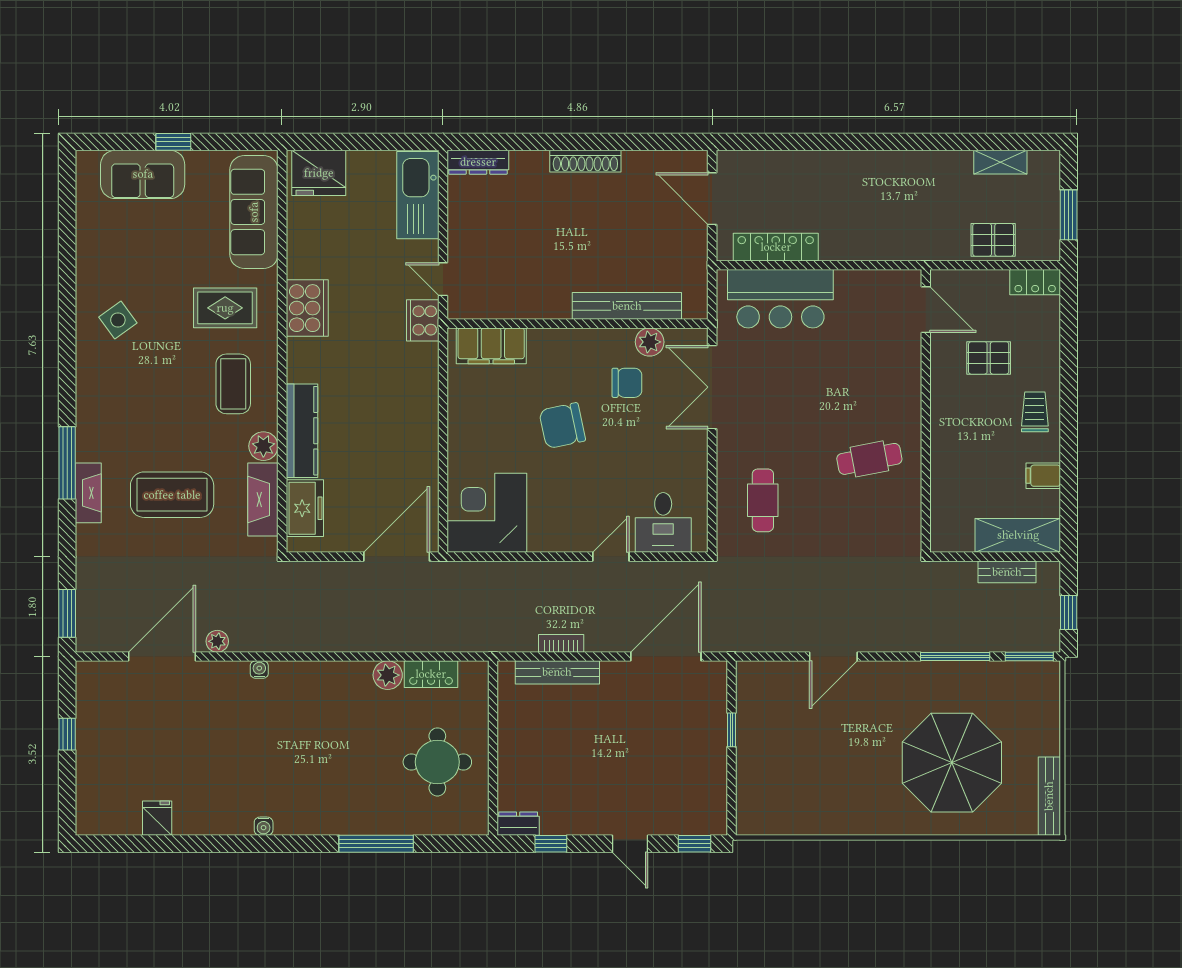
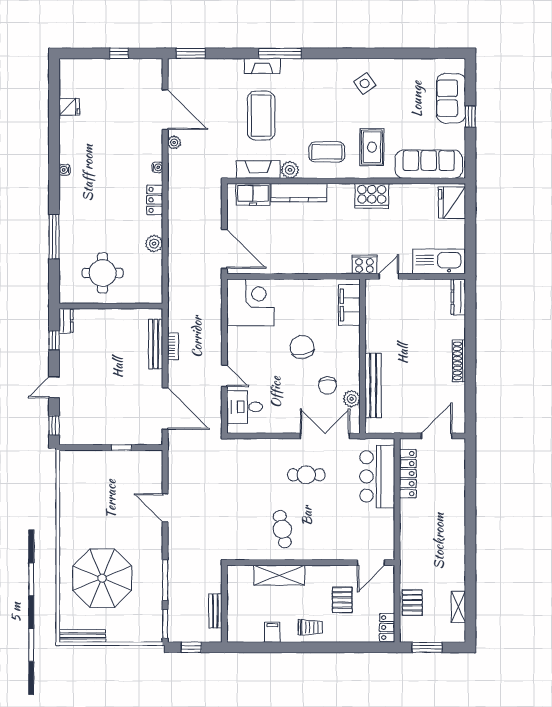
cafe table: (763, 500) -> (306, 475), moved
shelving: (1018, 535) -> (279, 575), moved, turned 90
locker: (431, 674) -> (155, 200), moved

